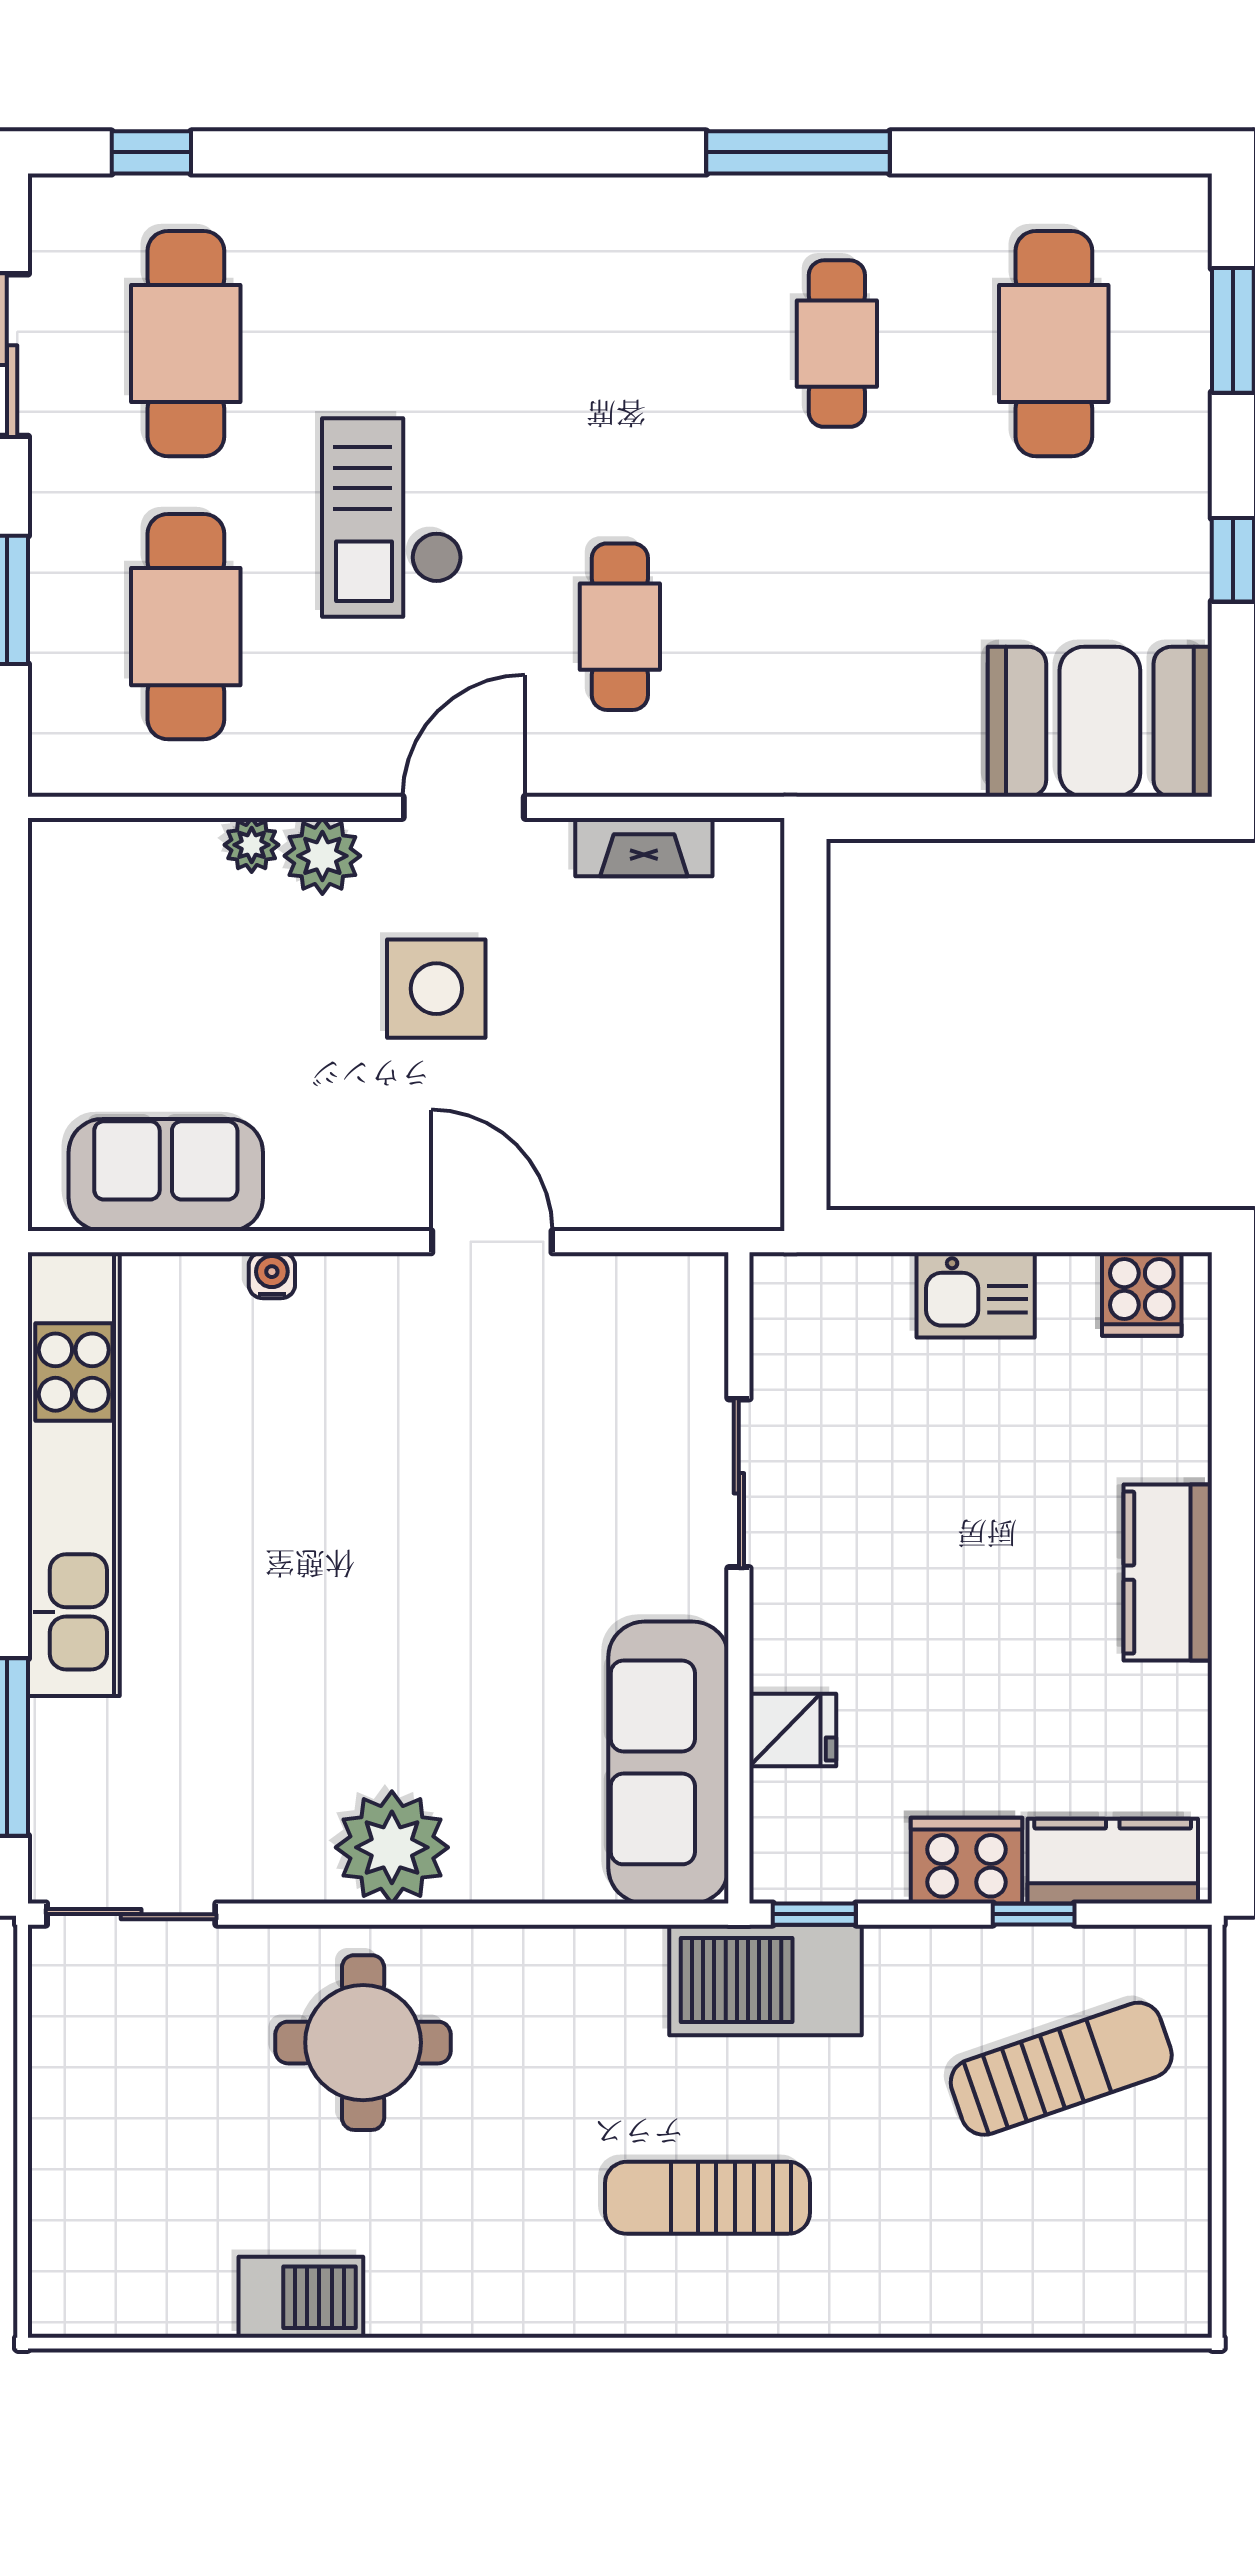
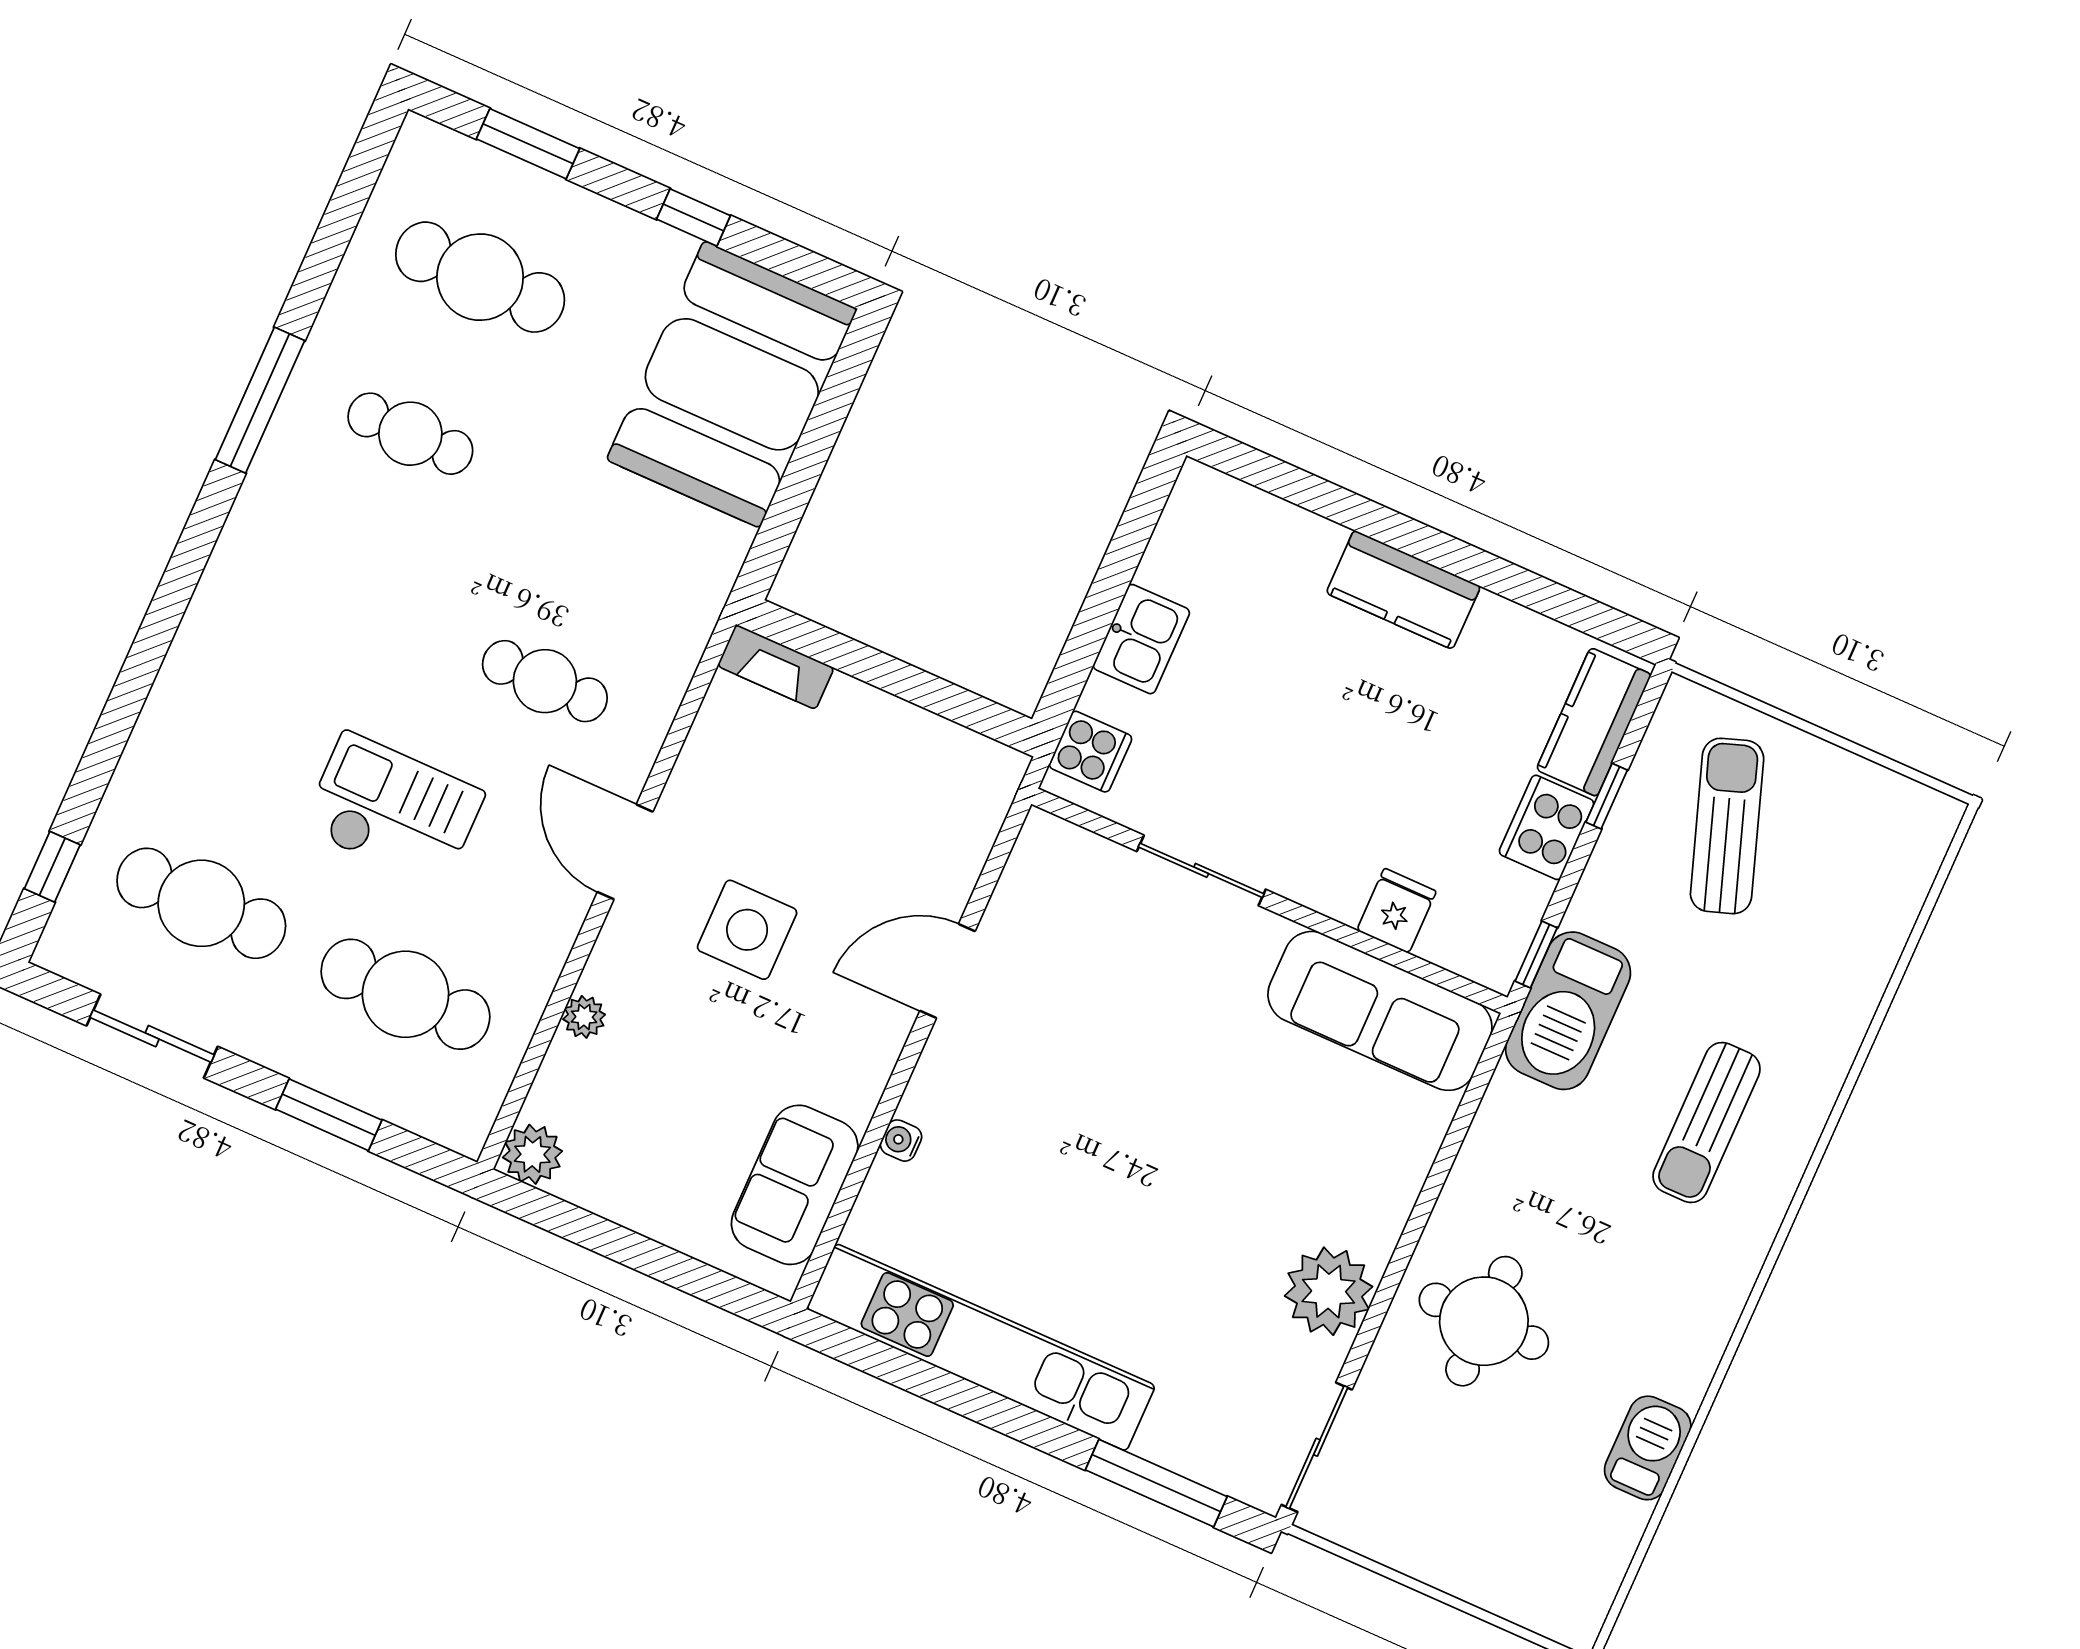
checkout: (392, 518) -> (393, 810), turned 180
booth: (1100, 722) -> (732, 384), width x1.36, depth x1.42
fireplace: (644, 847) -> (776, 667), moved, turned 90
plant: (322, 856) -> (532, 1154), moved
cooker: (1142, 1294) -> (1090, 752), moved
plant: (392, 1847) -> (1329, 1291), moved

